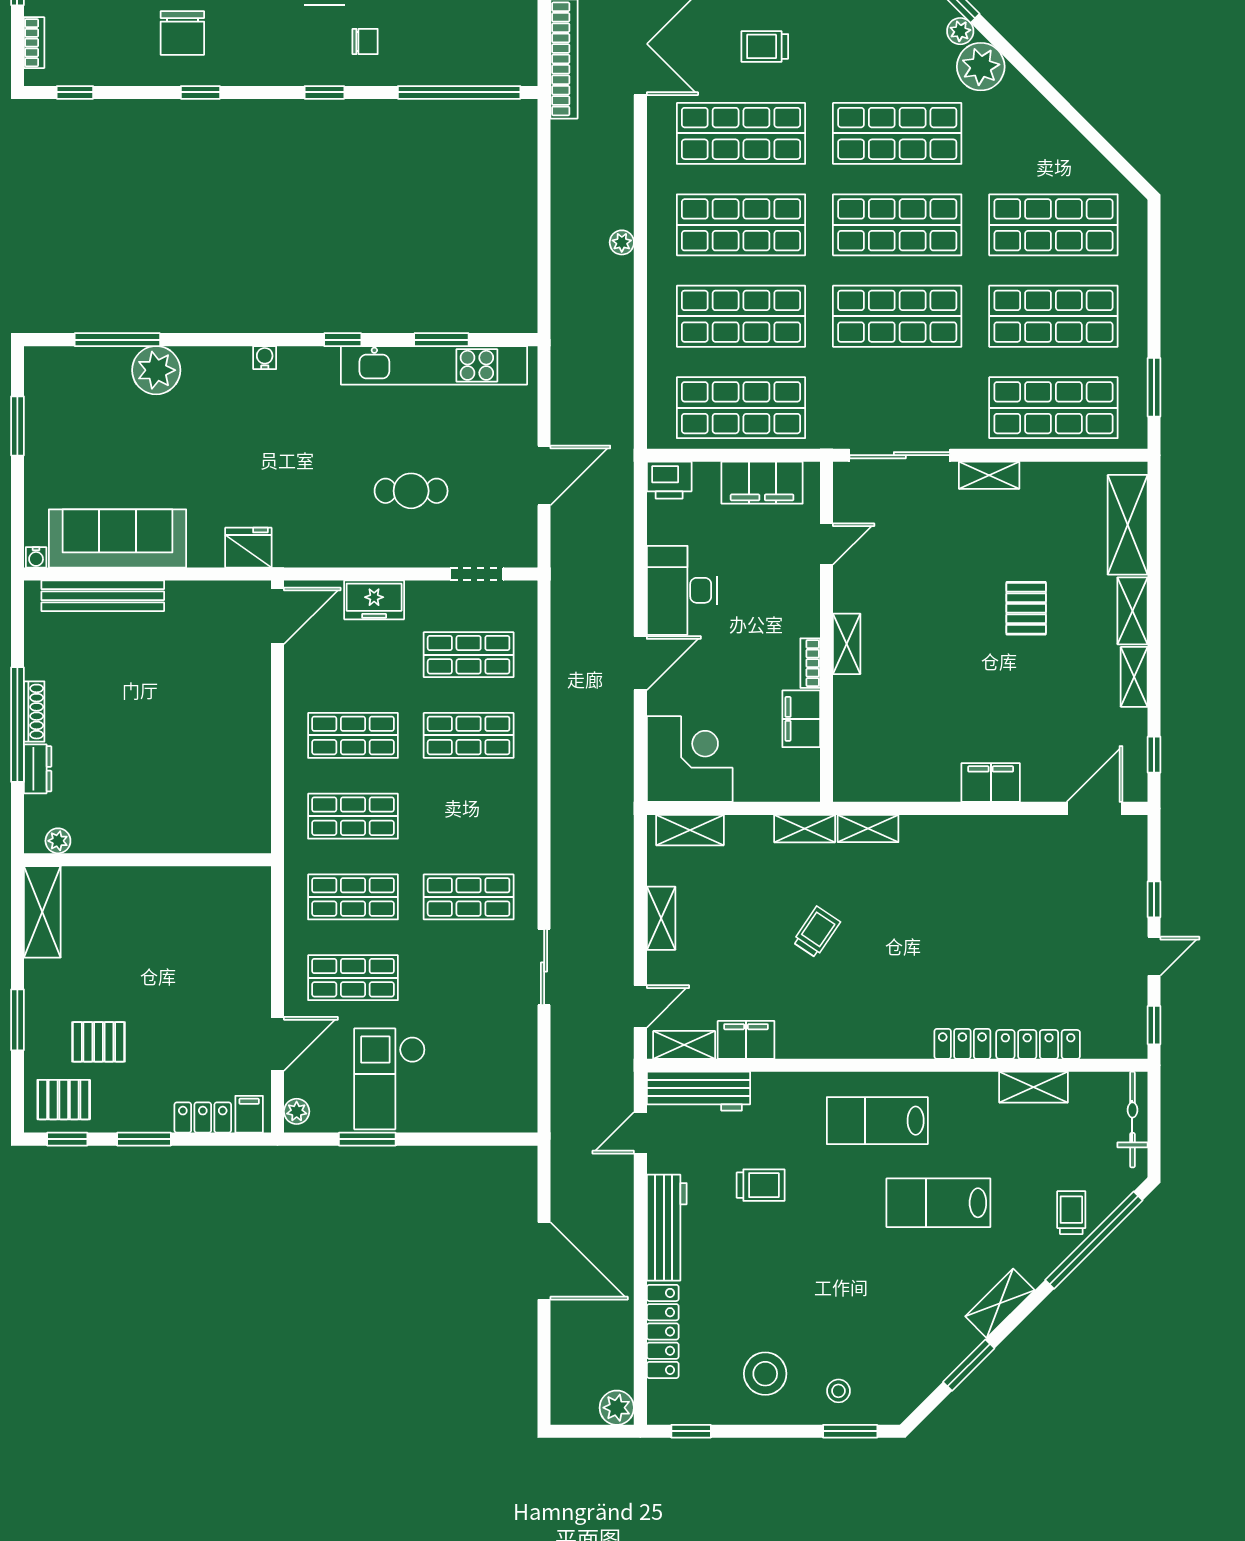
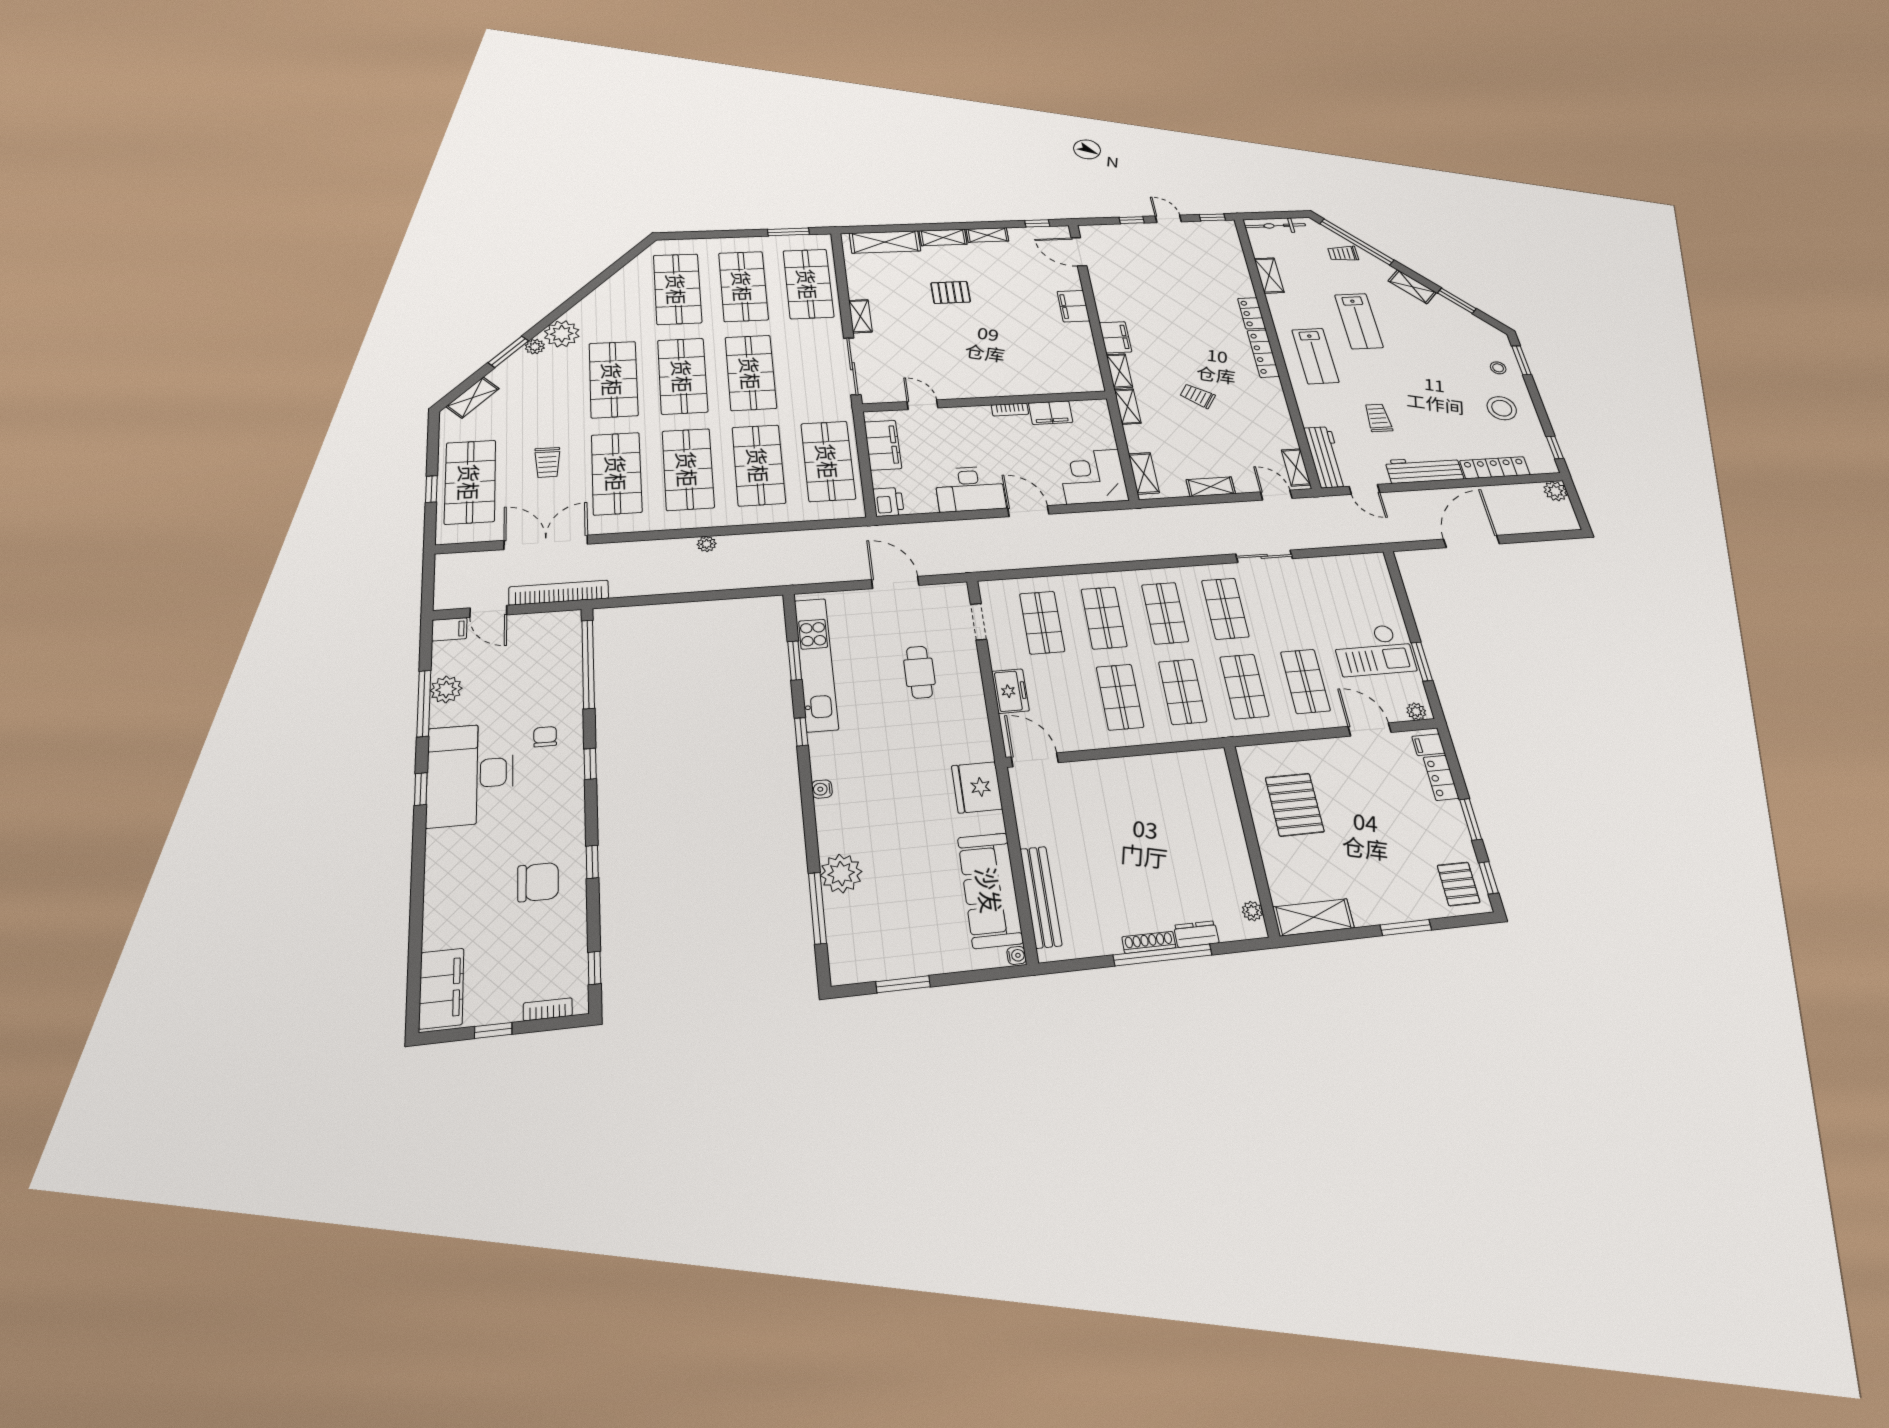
fridge: (248, 548) -> (977, 787), width x1.36, depth x1.34
shelving: (847, 644) -> (992, 390), removed
shop shelf: (469, 816) -> (1165, 613), added
filing cabinet: (746, 1040) -> (1115, 337), moved, turned 180
pallet: (98, 1042) -> (1295, 805), moved, width x1.50, depth x1.42
locker: (1038, 1044) -> (1263, 353), moved

